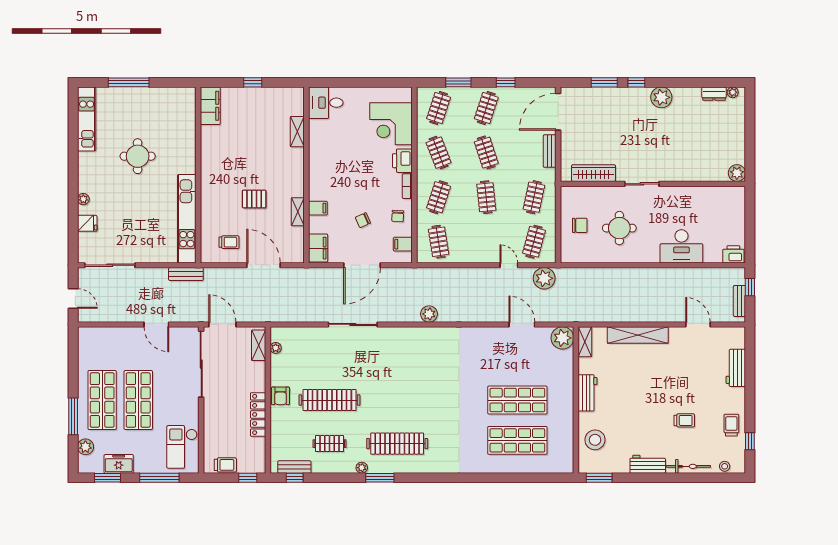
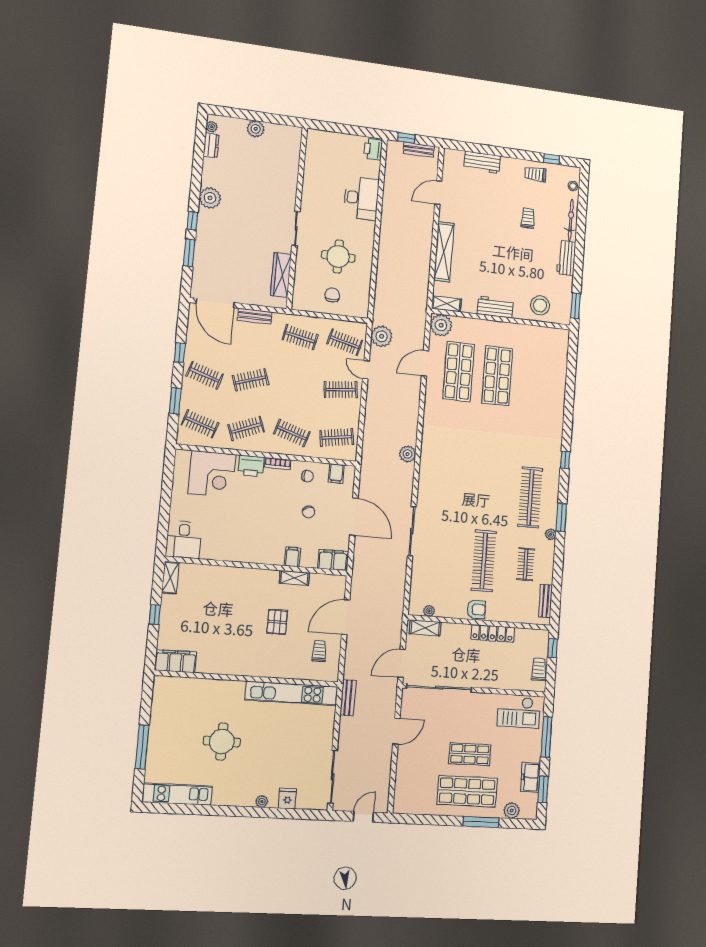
shelving: (297, 132) -> (170, 578), moved, turned 90
plant: (737, 173) -> (256, 129), moved
clothes rail: (486, 197) -> (341, 390), moved
door: (509, 265) -> (366, 370), hinge flipped
shop shelf: (138, 400) -> (470, 754), width x0.70, depth x0.74
shop shelf: (517, 440) -> (459, 371), moved
window: (295, 478) -> (565, 460), moved

